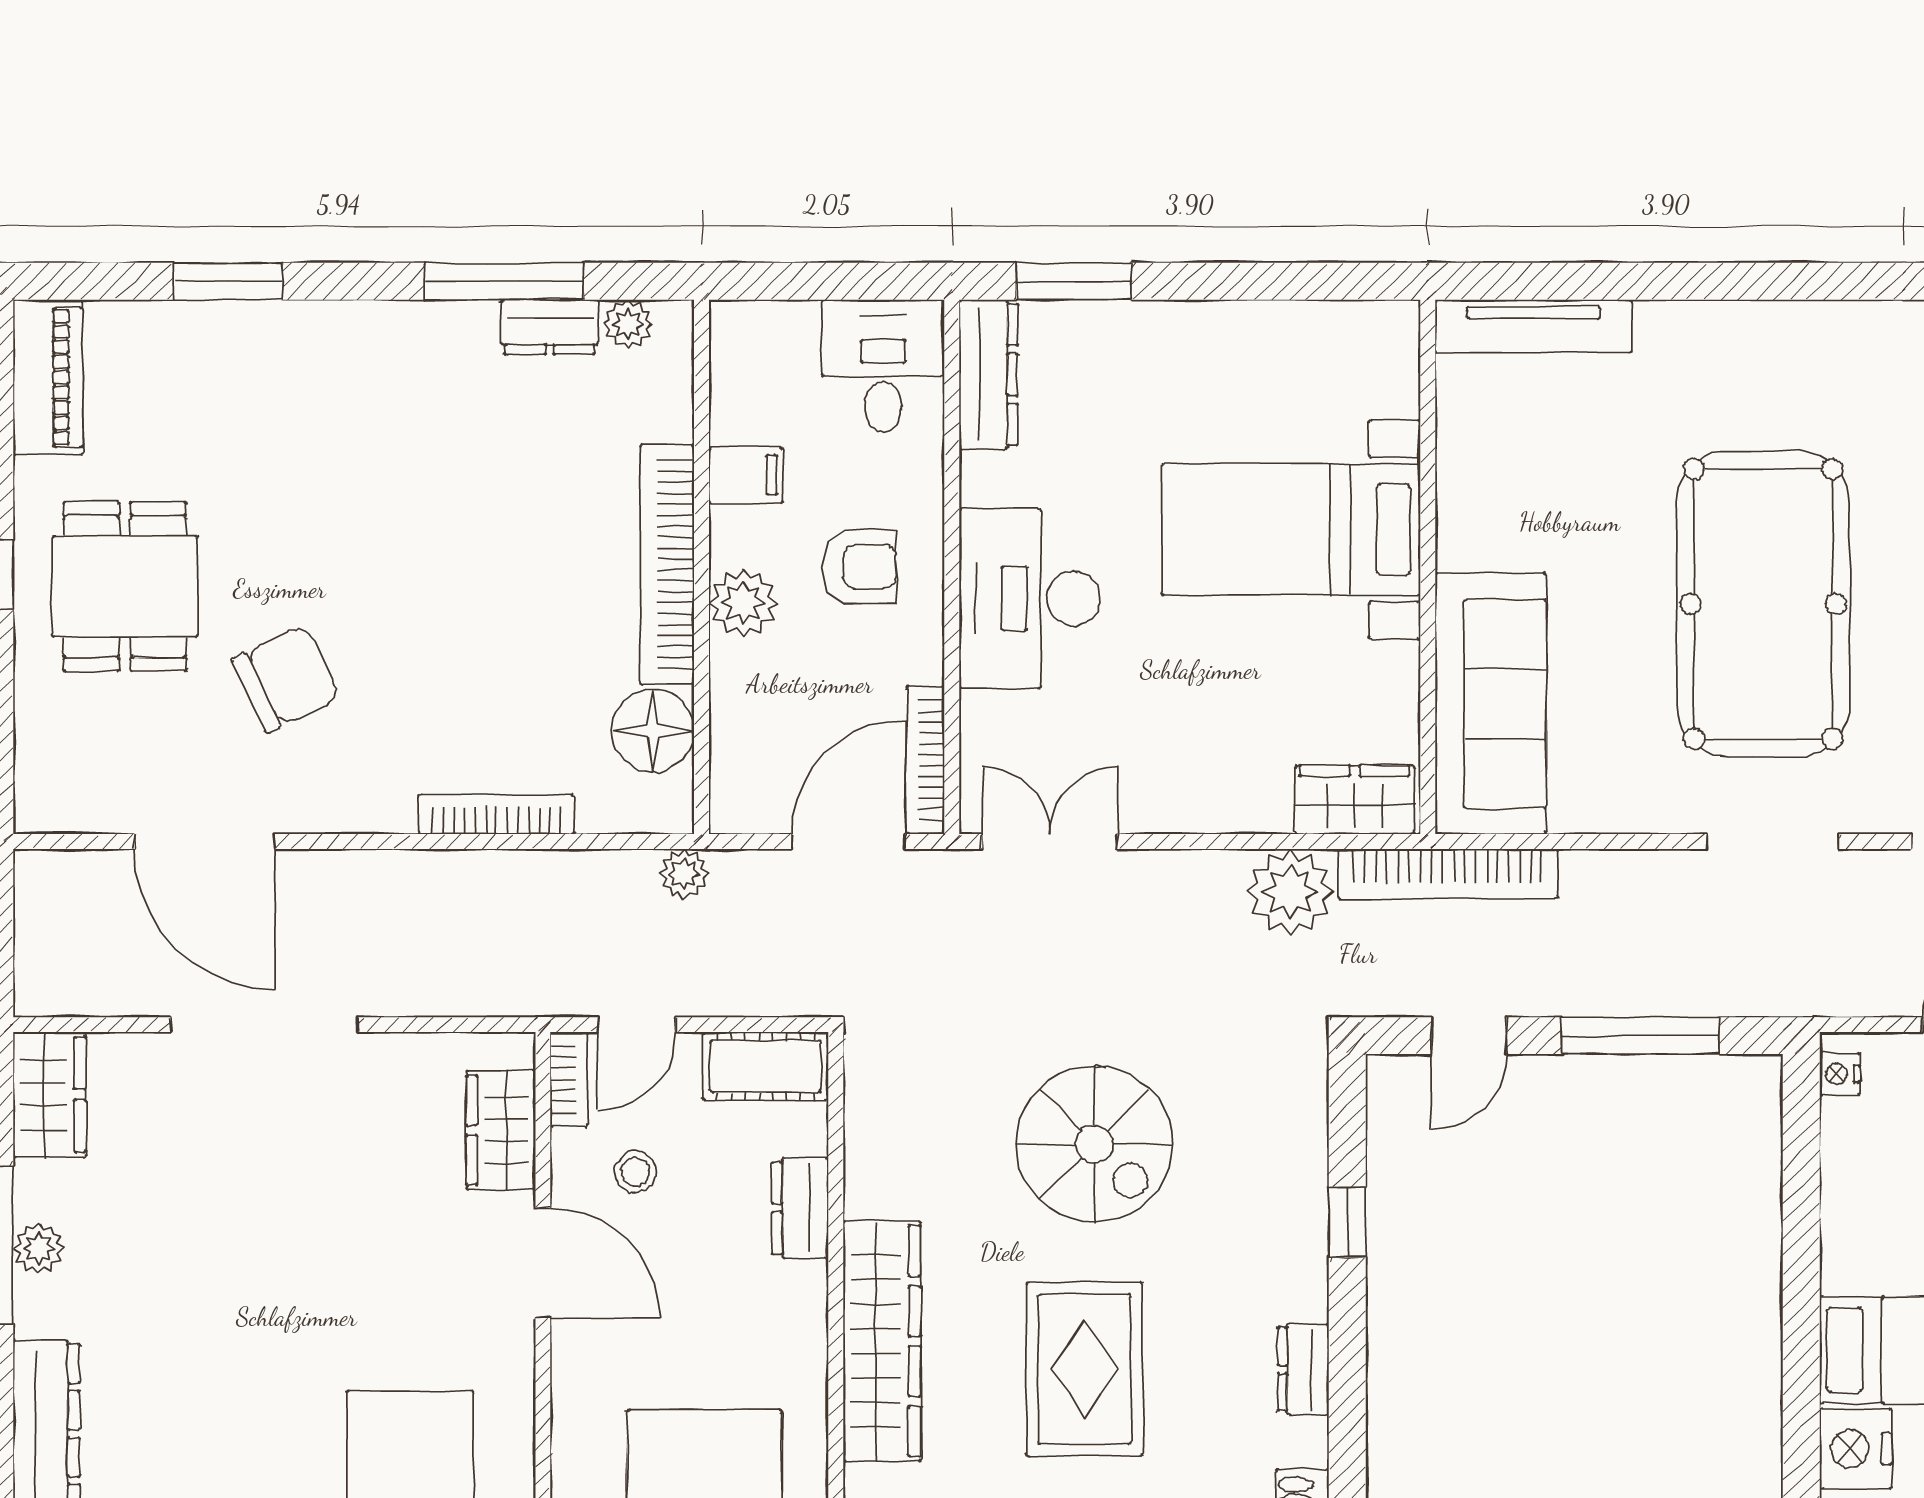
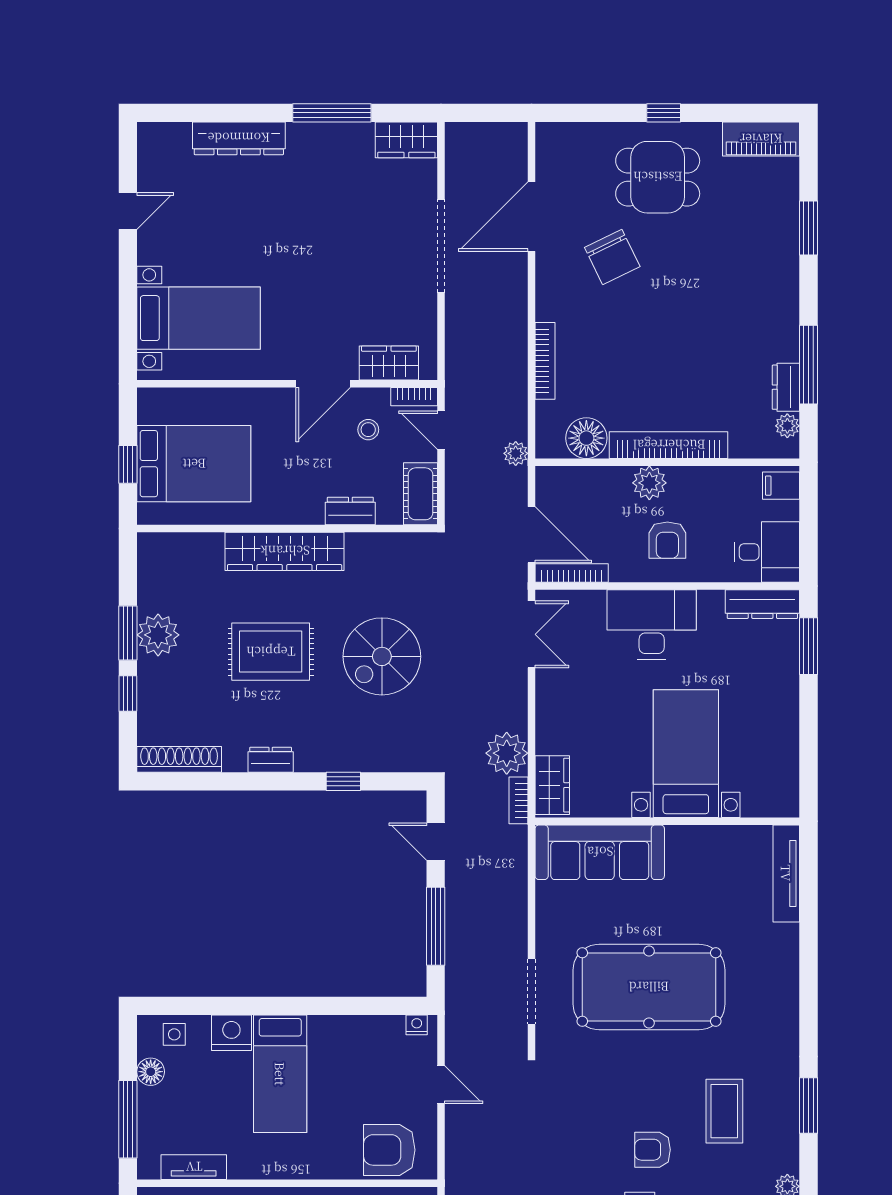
filing cabinet: (746, 475) -> (781, 486), moved, turned 90
bookcase: (1448, 874) -> (519, 800), width x0.43, depth x0.76
plant: (39, 1248) -> (330, 134), removed

